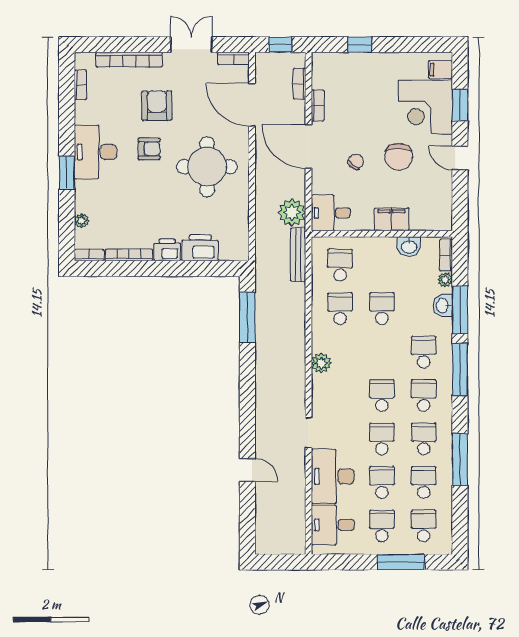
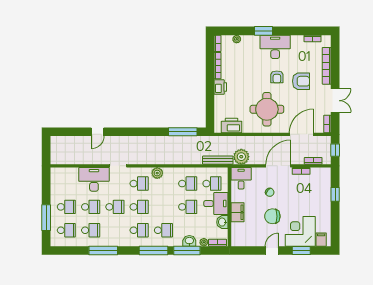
printer: (200, 248) -> (232, 126), moved, turned -90
school desk: (424, 439) -> (139, 184), moved
desk: (333, 525) -> (216, 204), moved, turned 90

